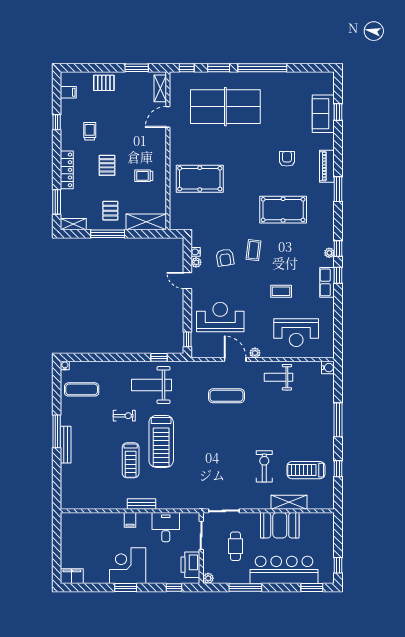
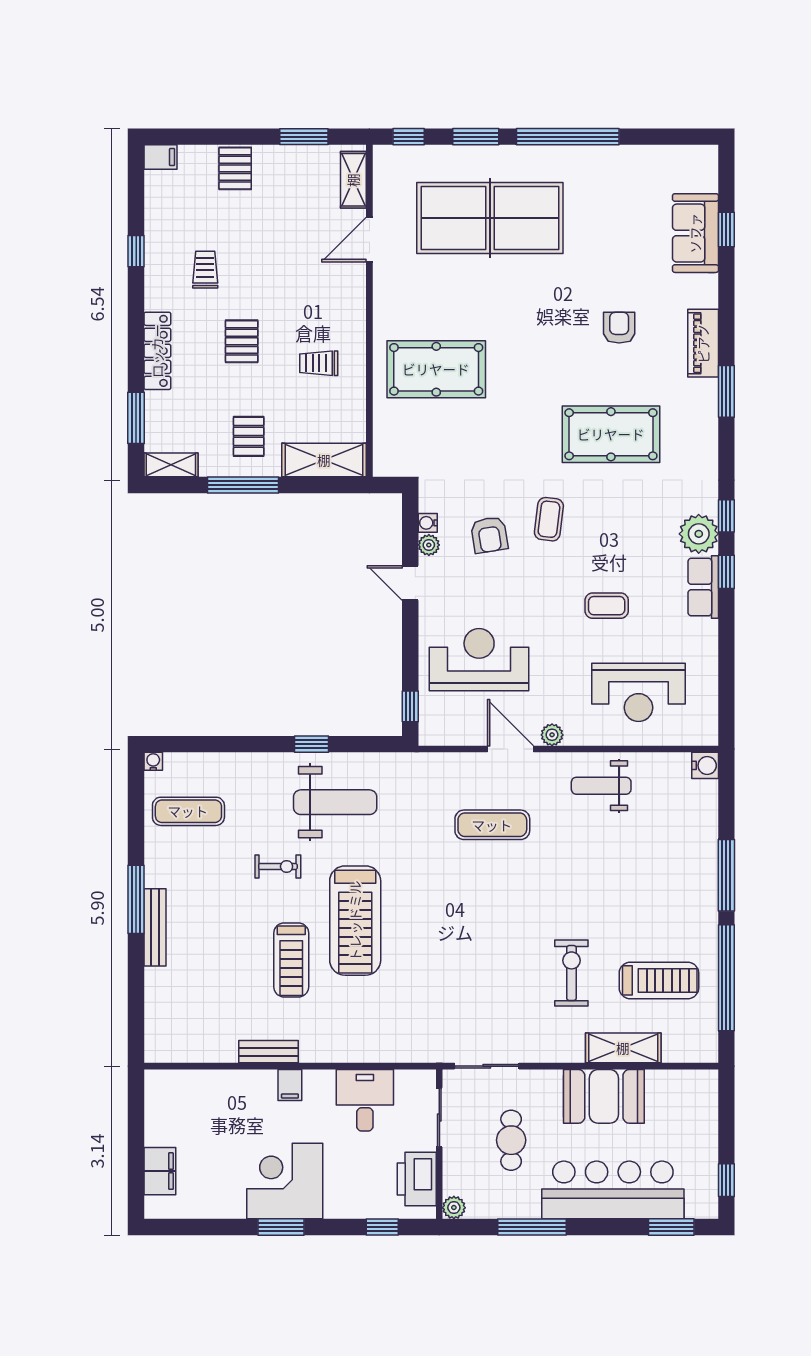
pallet: (104, 83) -> (235, 168), turned 90
filing cabinet: (68, 92) -> (161, 157), moved
plant: (329, 253) -> (699, 534), width x1.87, depth x1.87
window: (159, 357) -> (312, 744), moved
weight bench: (152, 385) -> (335, 802), turned 180
window: (338, 469) -> (726, 978), width x3.17
treadmill: (306, 470) -> (659, 980), turned 180
bench: (142, 504) -> (269, 1052), moved
filing cabinet: (72, 576) -> (160, 1171), moved, turned 90

